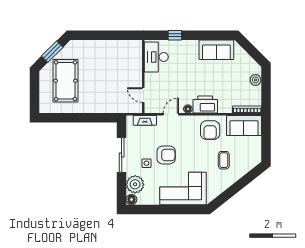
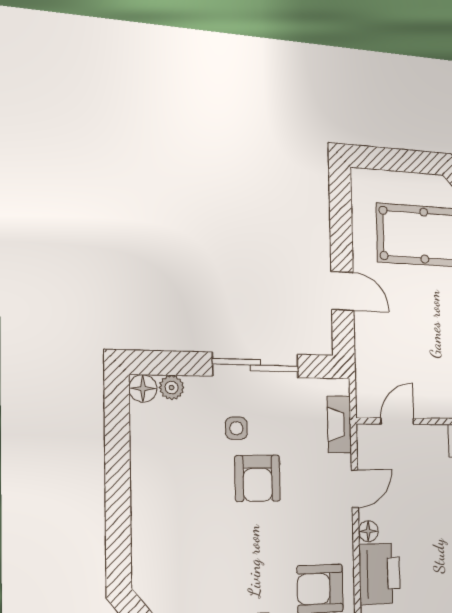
door: (171, 114) -> (355, 489), hinge flipped
door: (90, 118) -> (342, 291), added
plant: (135, 184) -> (172, 387), width x0.53, depth x0.53
corner sofa: (183, 188) -> (174, 524), removed

